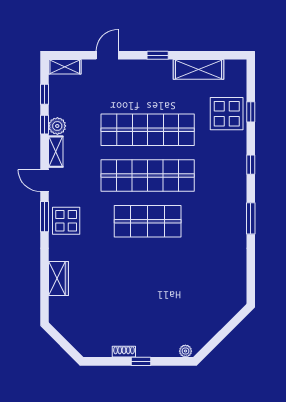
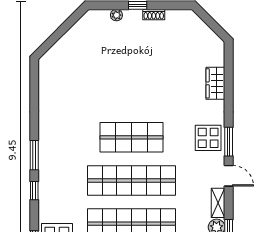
window: (251, 218) -> (34, 155), moved
plant: (185, 351) -> (116, 15), moved

